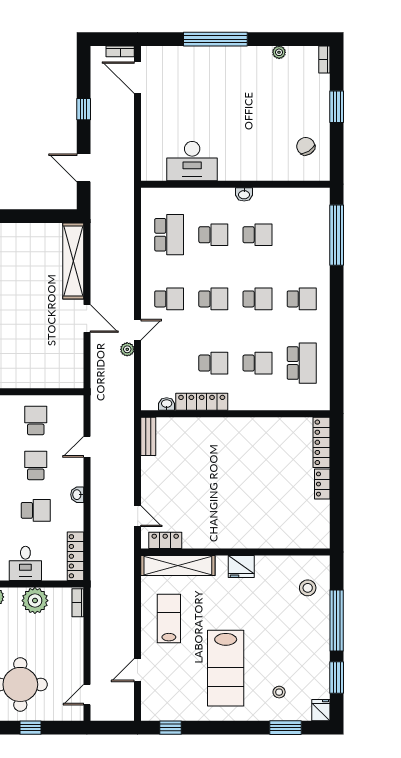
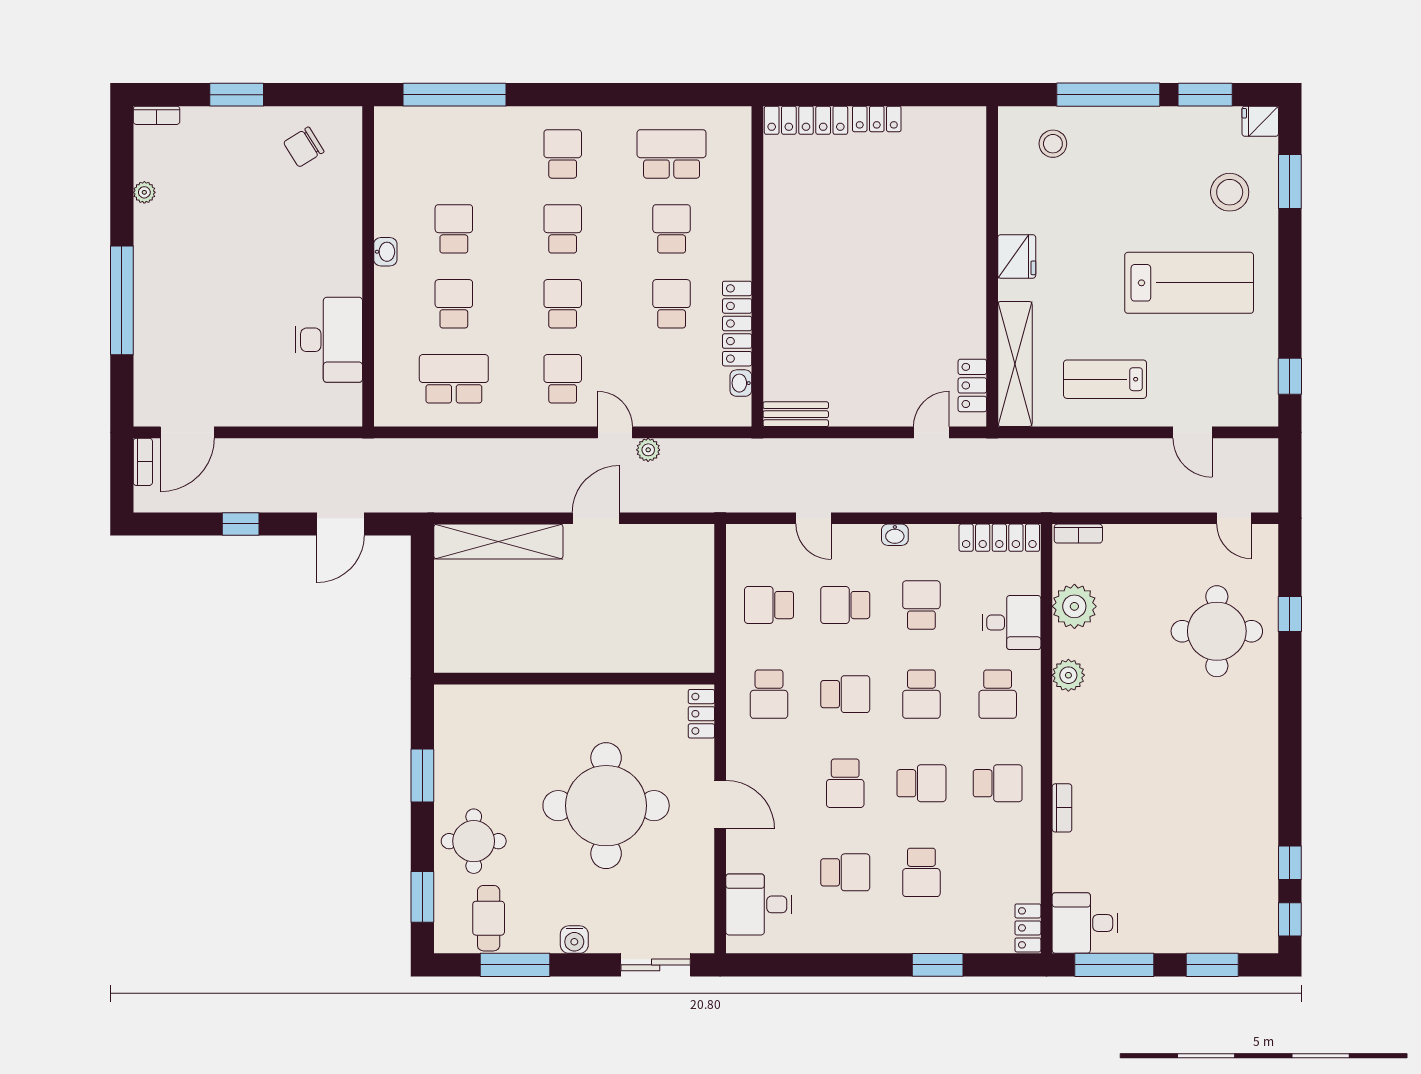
stool: (279, 692) -> (1230, 192), width x1.89, depth x1.89

